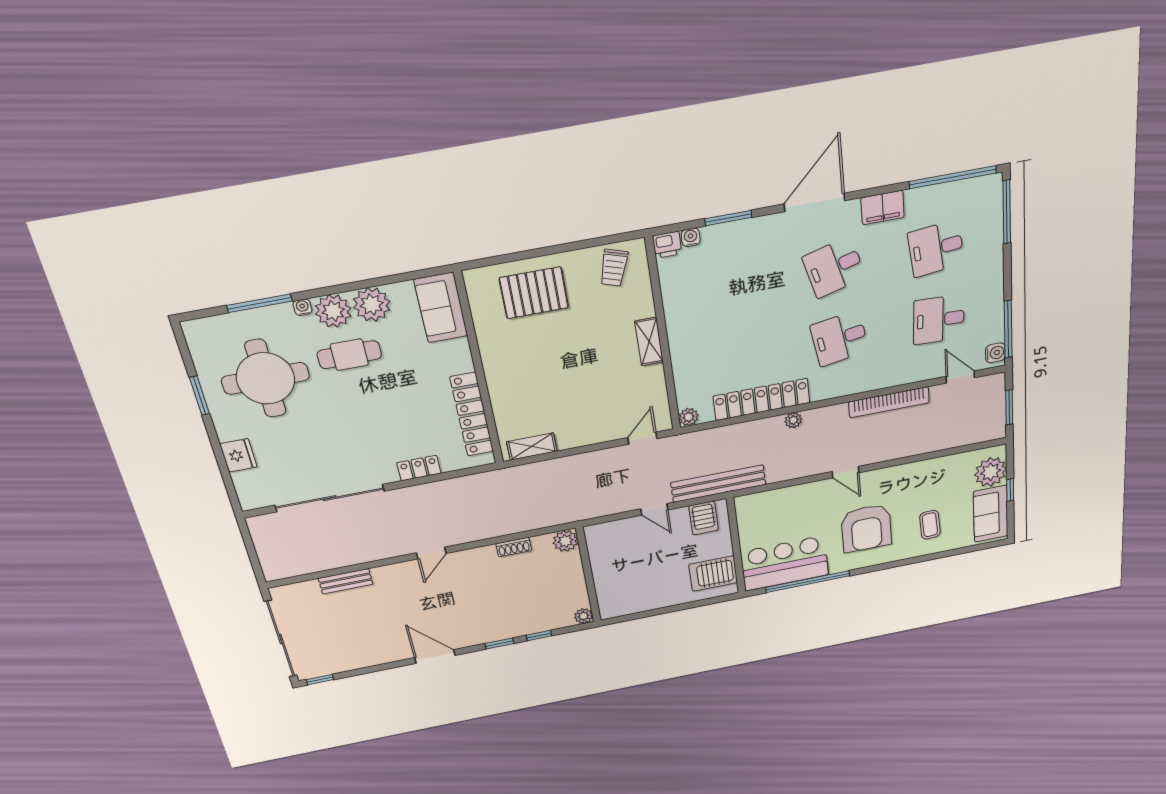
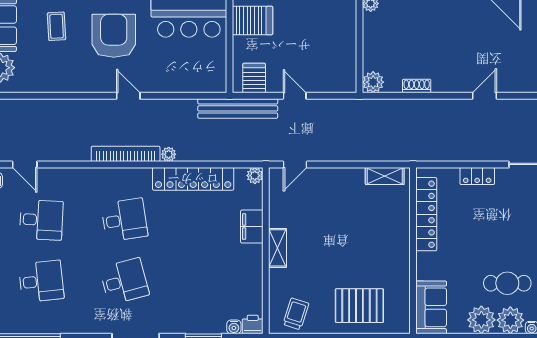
filing cabinet: (883, 208) -> (252, 227), moved, turned -90
bookcase: (889, 402) -> (126, 154), moved

